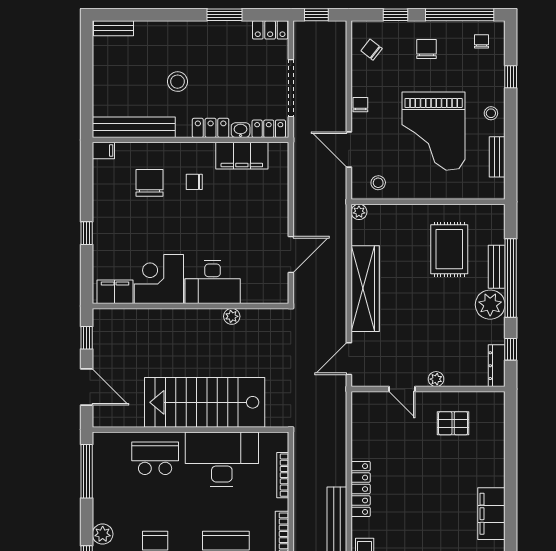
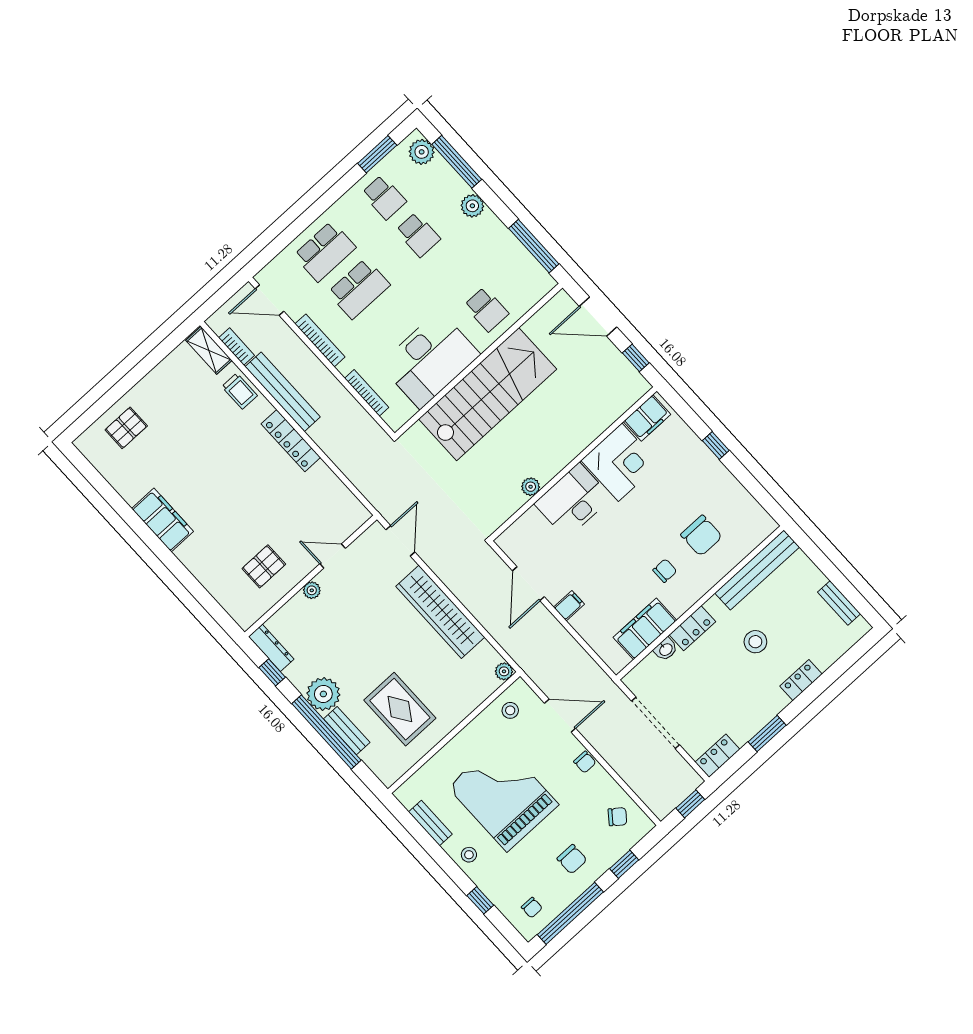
bench: (114, 28) -> (839, 603), moved, turned 90
locker: (269, 129) -> (801, 680), moved, turned 180
filing cabinet: (103, 151) -> (569, 606), moved, turned 180
school desk: (155, 458) -> (486, 309), width x0.54

